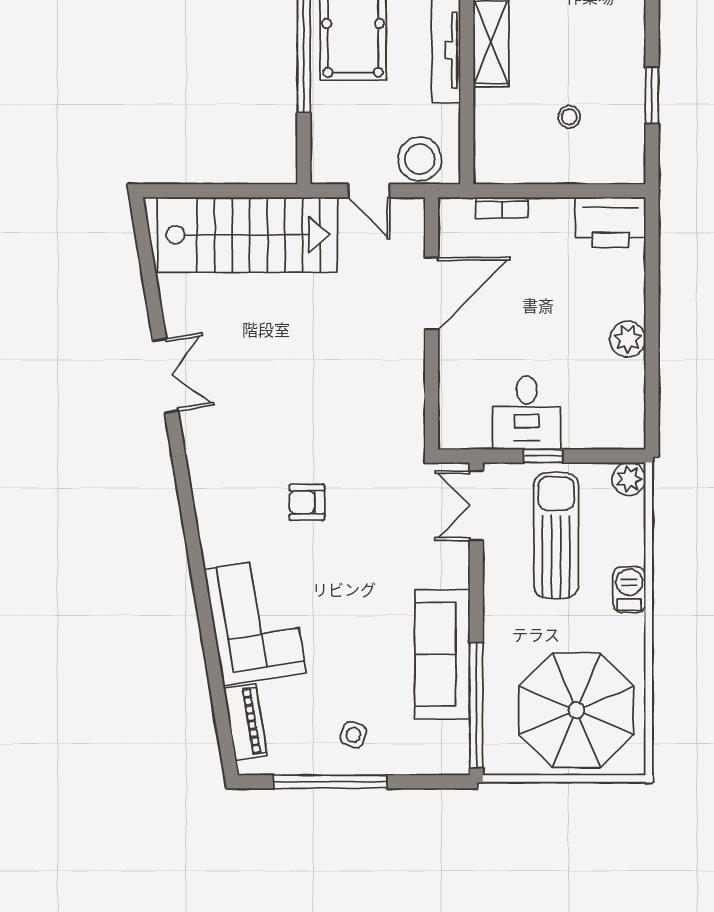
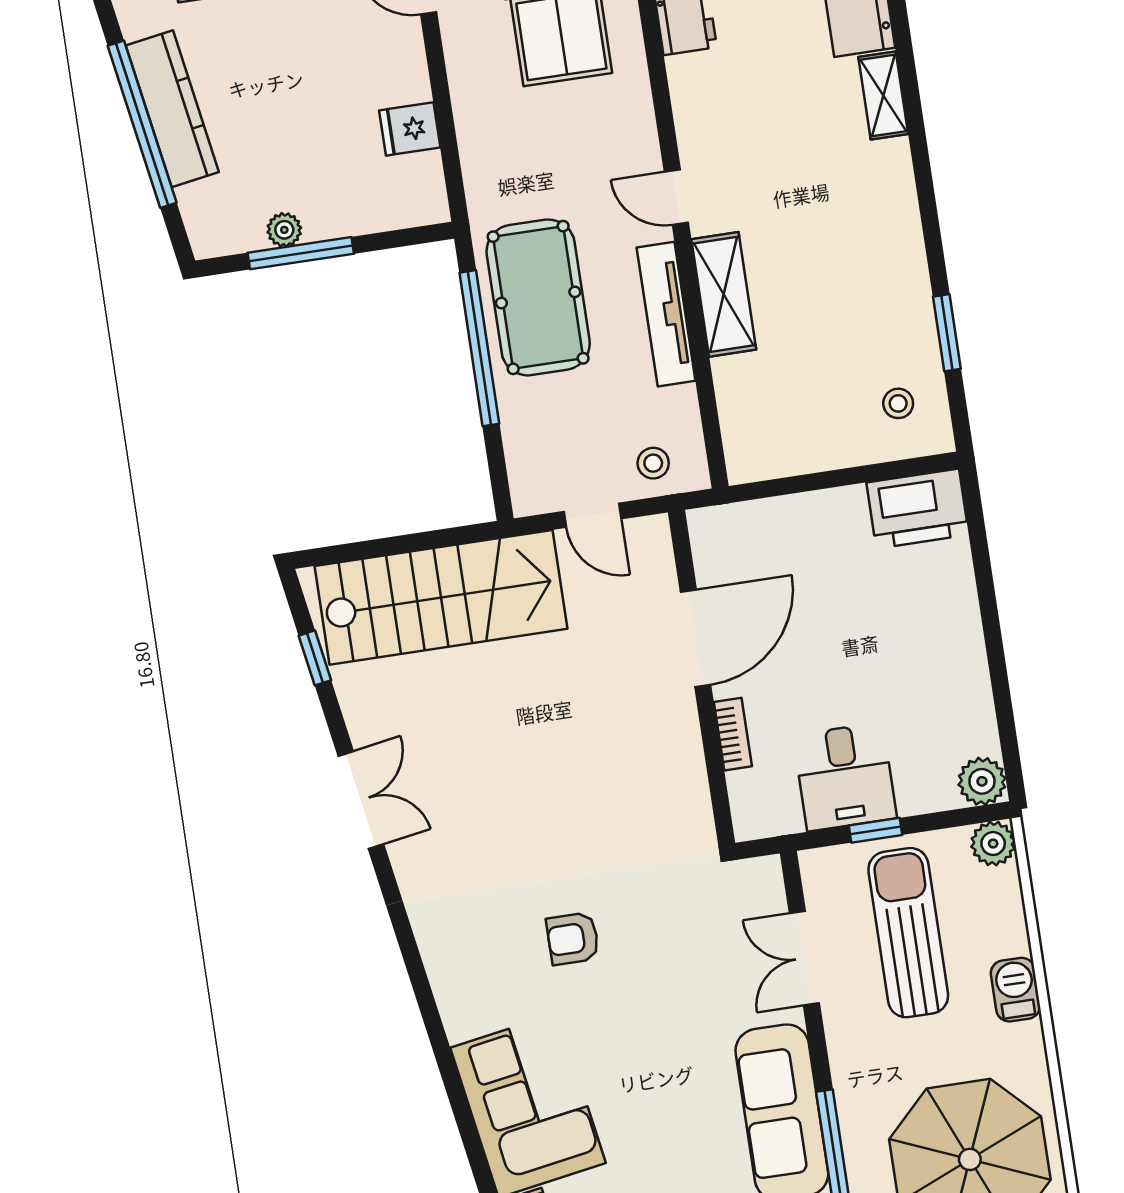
stool: (569, 117) -> (898, 403), moved
stool: (420, 159) -> (653, 463), width x0.53, depth x0.53
bookcase: (502, 208) -> (733, 734), moved, turned -90
window: (147, 265) -> (315, 658), added
plant: (628, 339) -> (982, 781), moved
double door: (476, 505) -> (804, 958), moved

